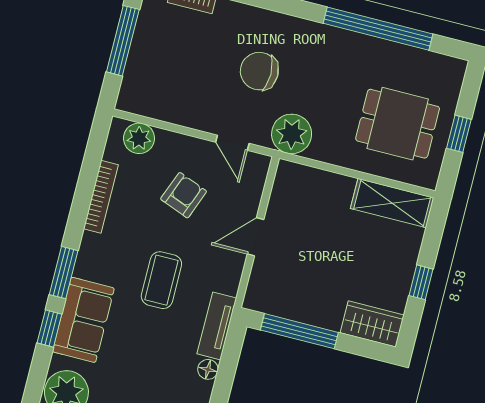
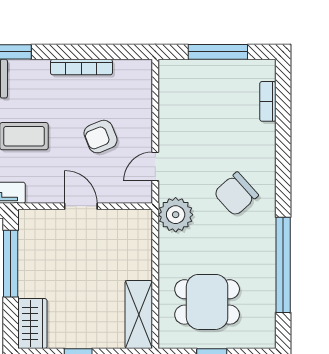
chair: (259, 71) -> (236, 194), moved, turned -132
dining table: (398, 124) -> (207, 302), turned 90
plant: (139, 138) -> (139, 87), removed
armchair: (184, 195) -> (101, 137), turned 137

